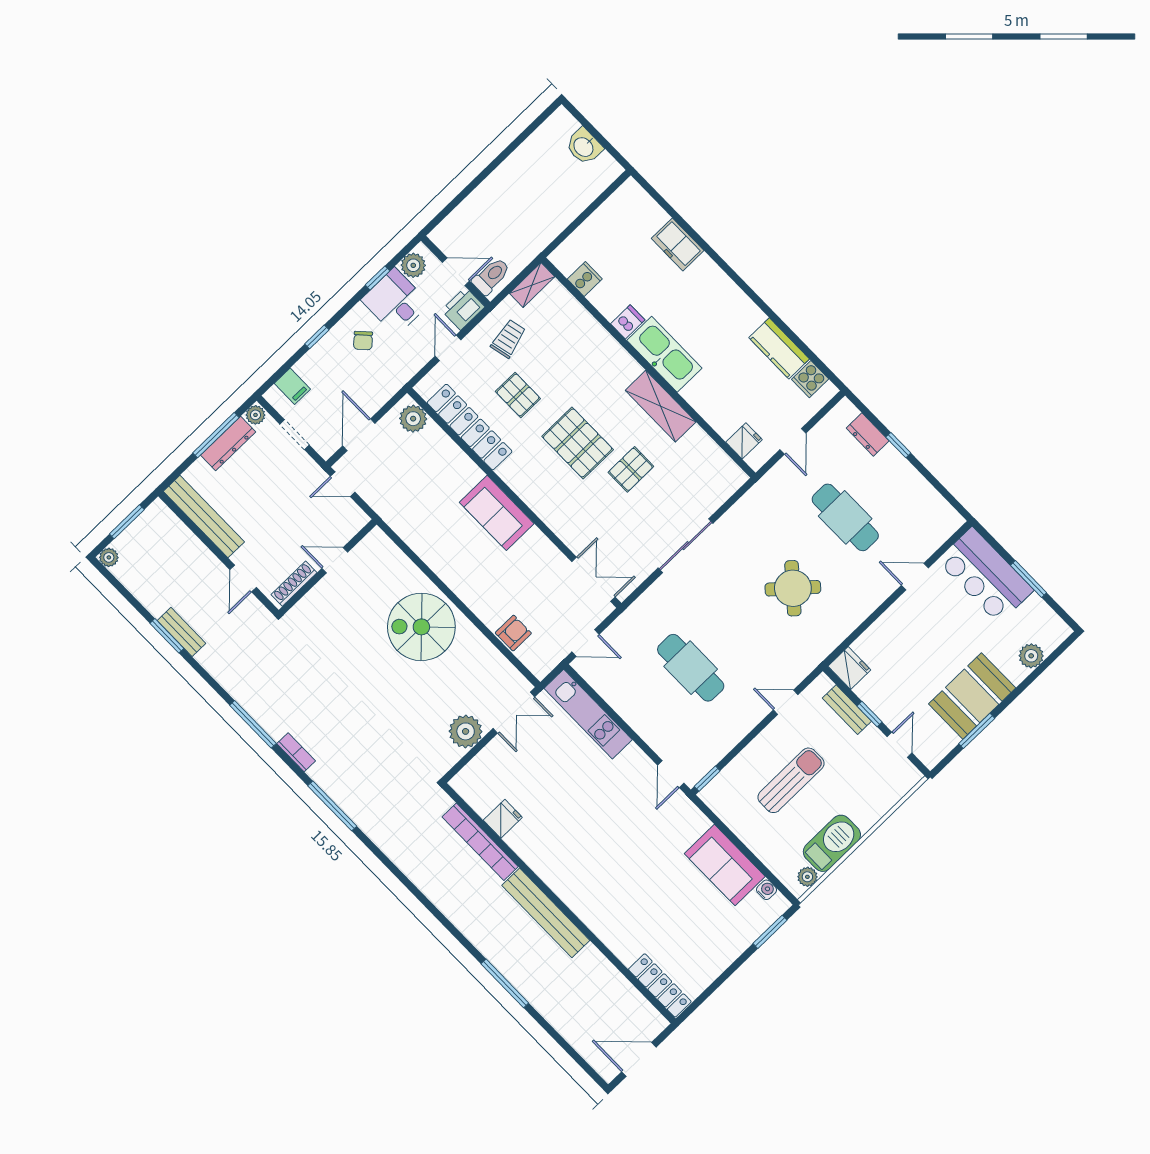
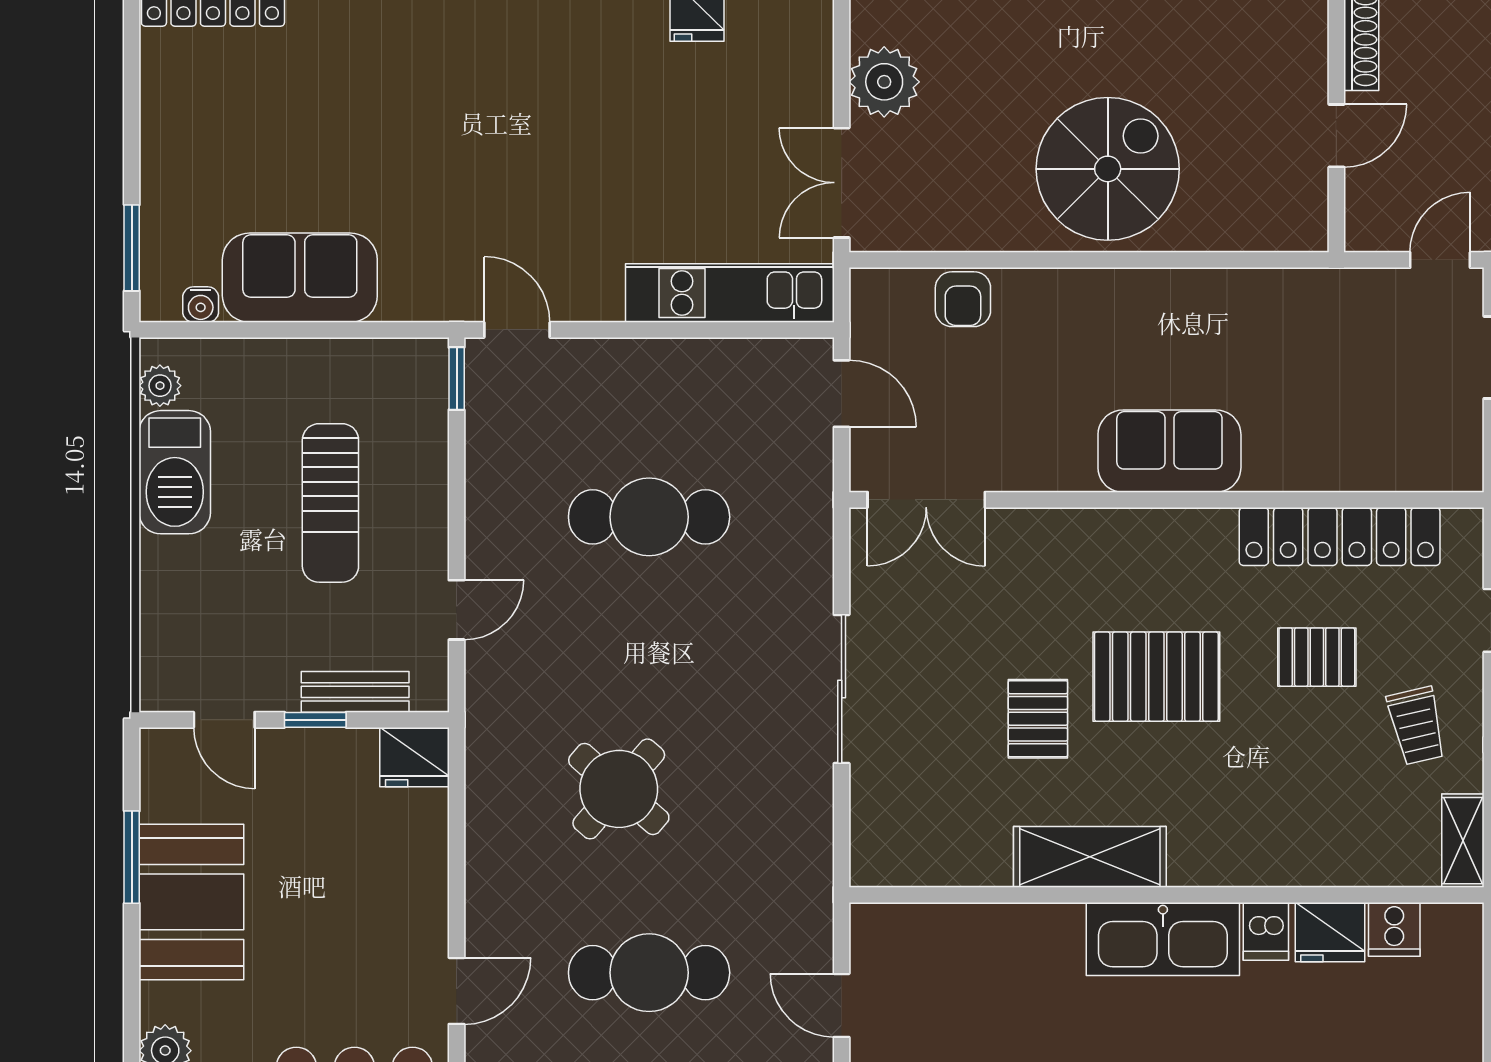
plant: (413, 419) -> (1436, 463), removed
fridge: (744, 441) -> (1330, 932), moved, width x1.38
door: (585, 643) -> (842, 394), swing flipped

